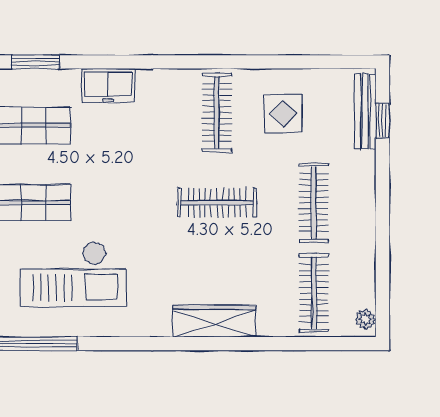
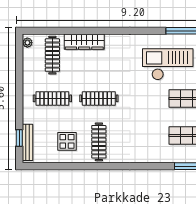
freezer: (108, 86) -> (151, 155), removed
clothes rail: (314, 203) -> (52, 98), turned 90
wardrobe: (214, 321) -> (84, 42), moved

